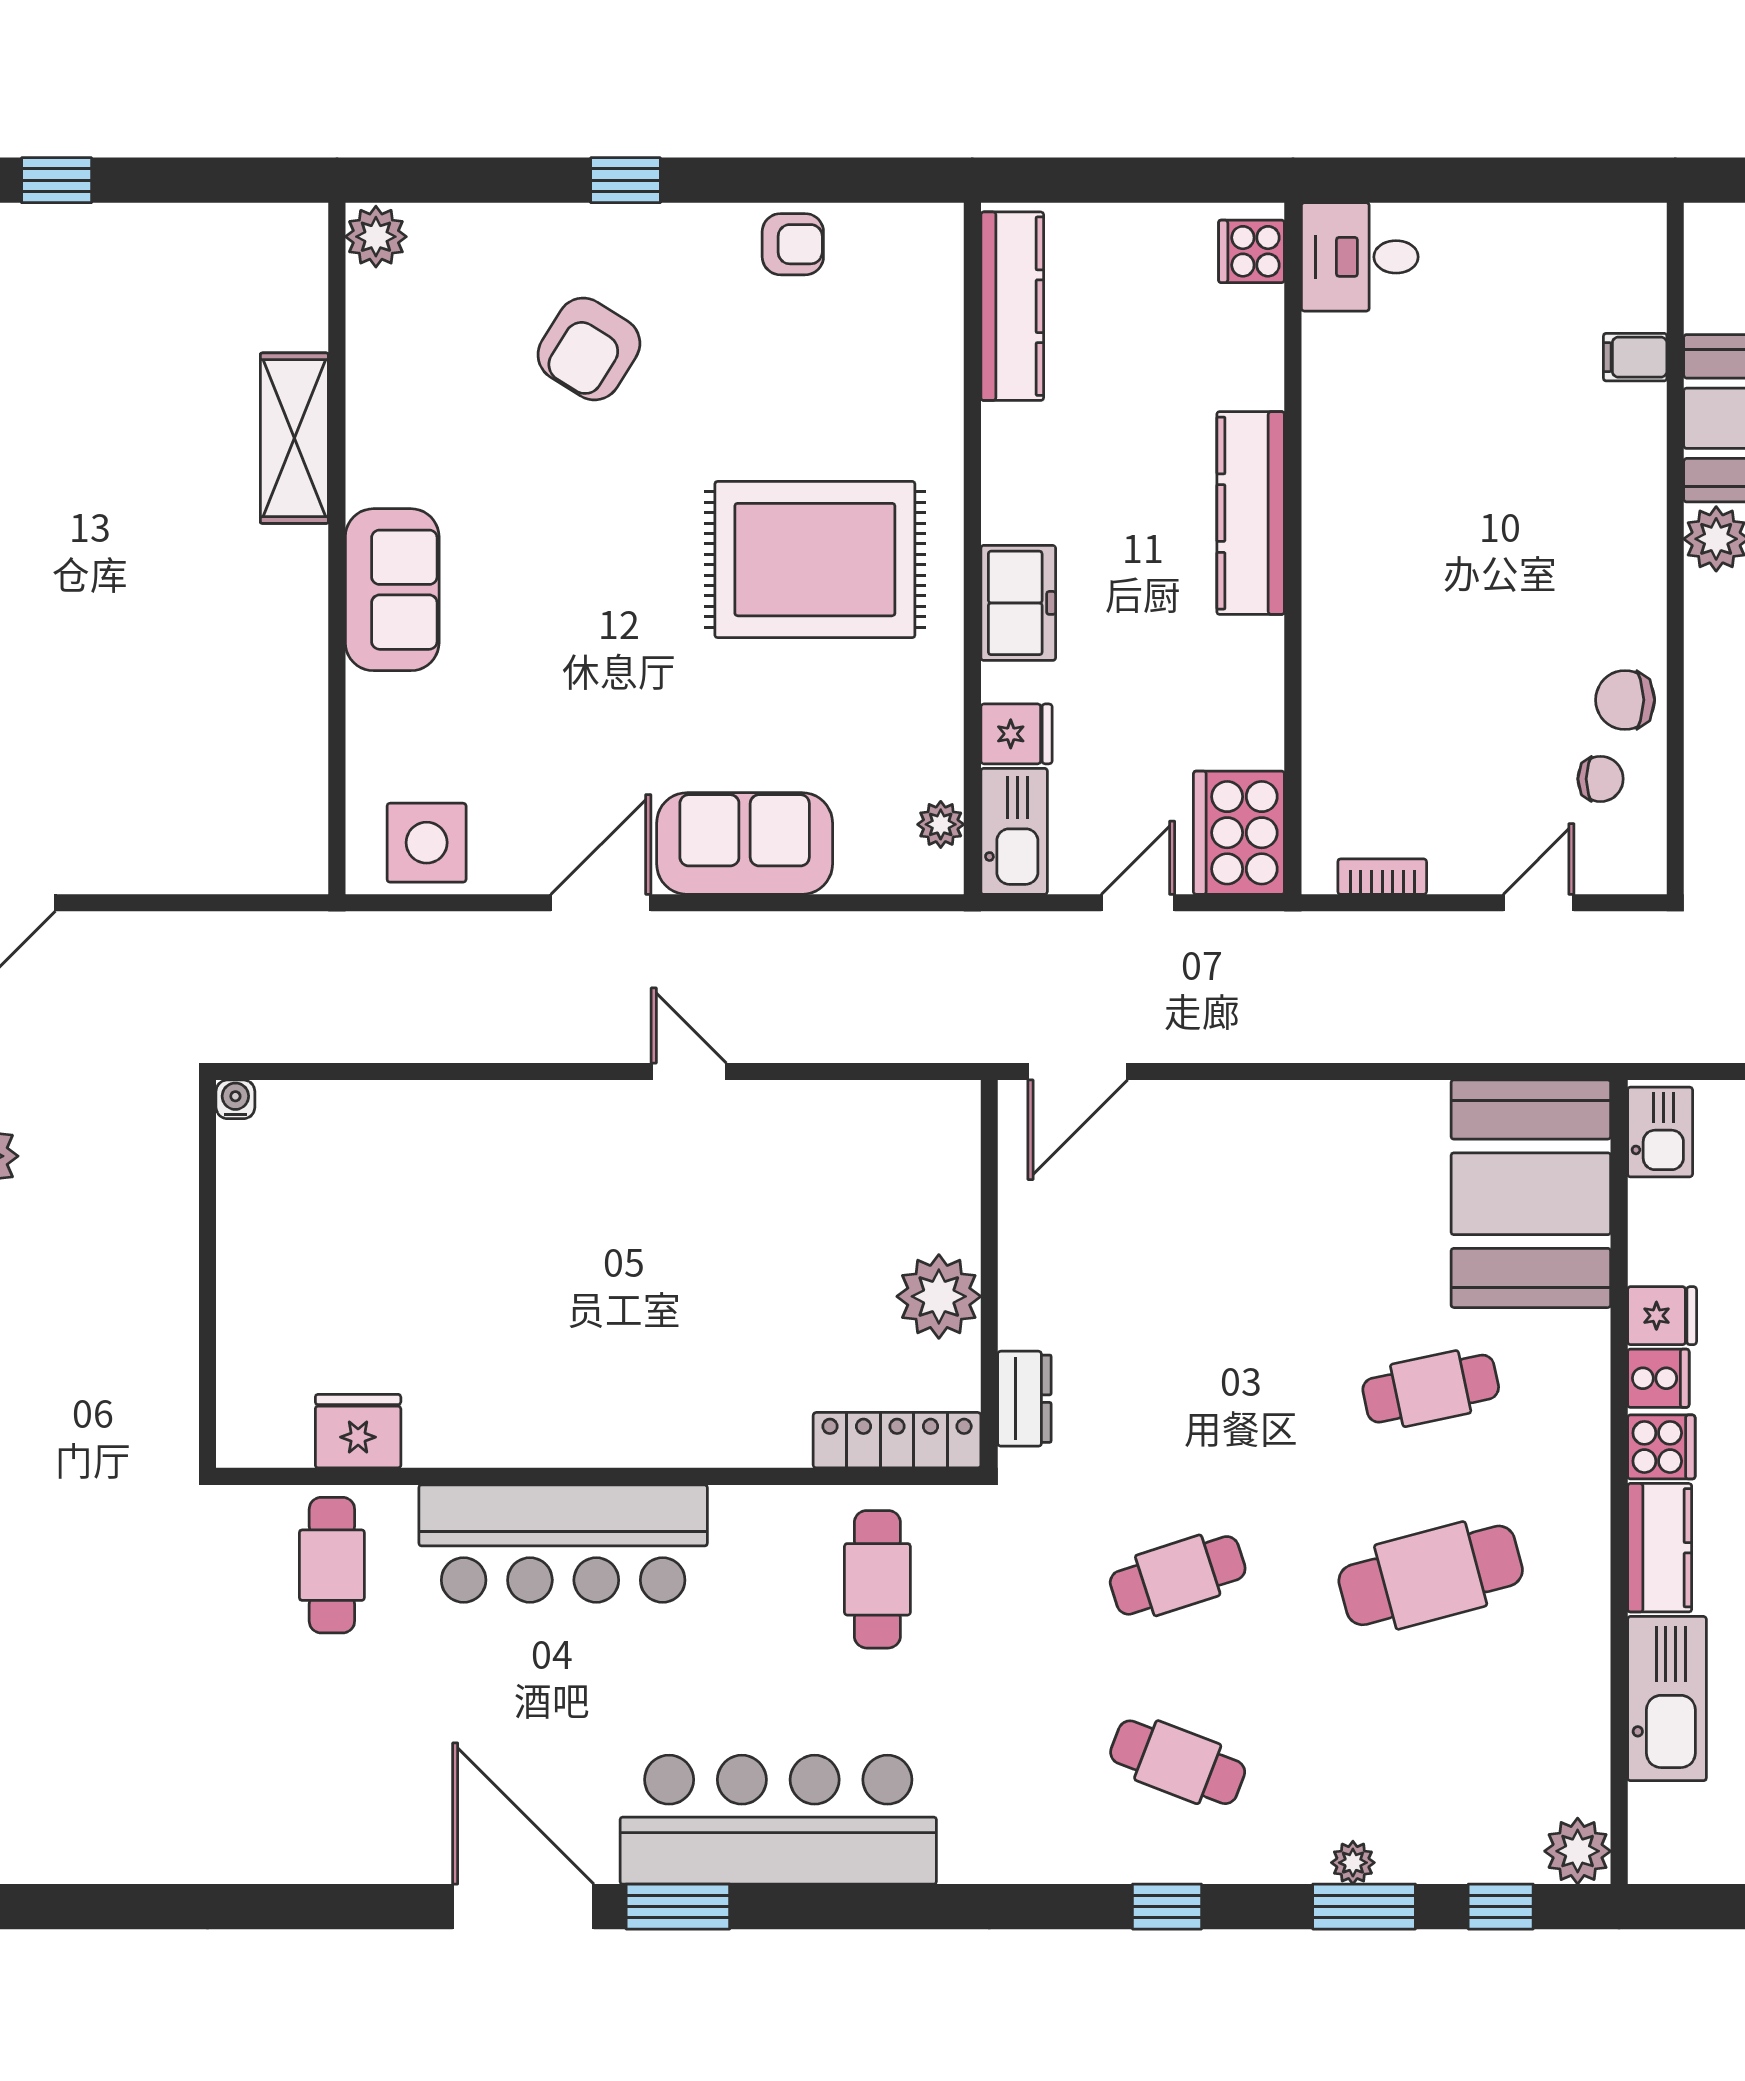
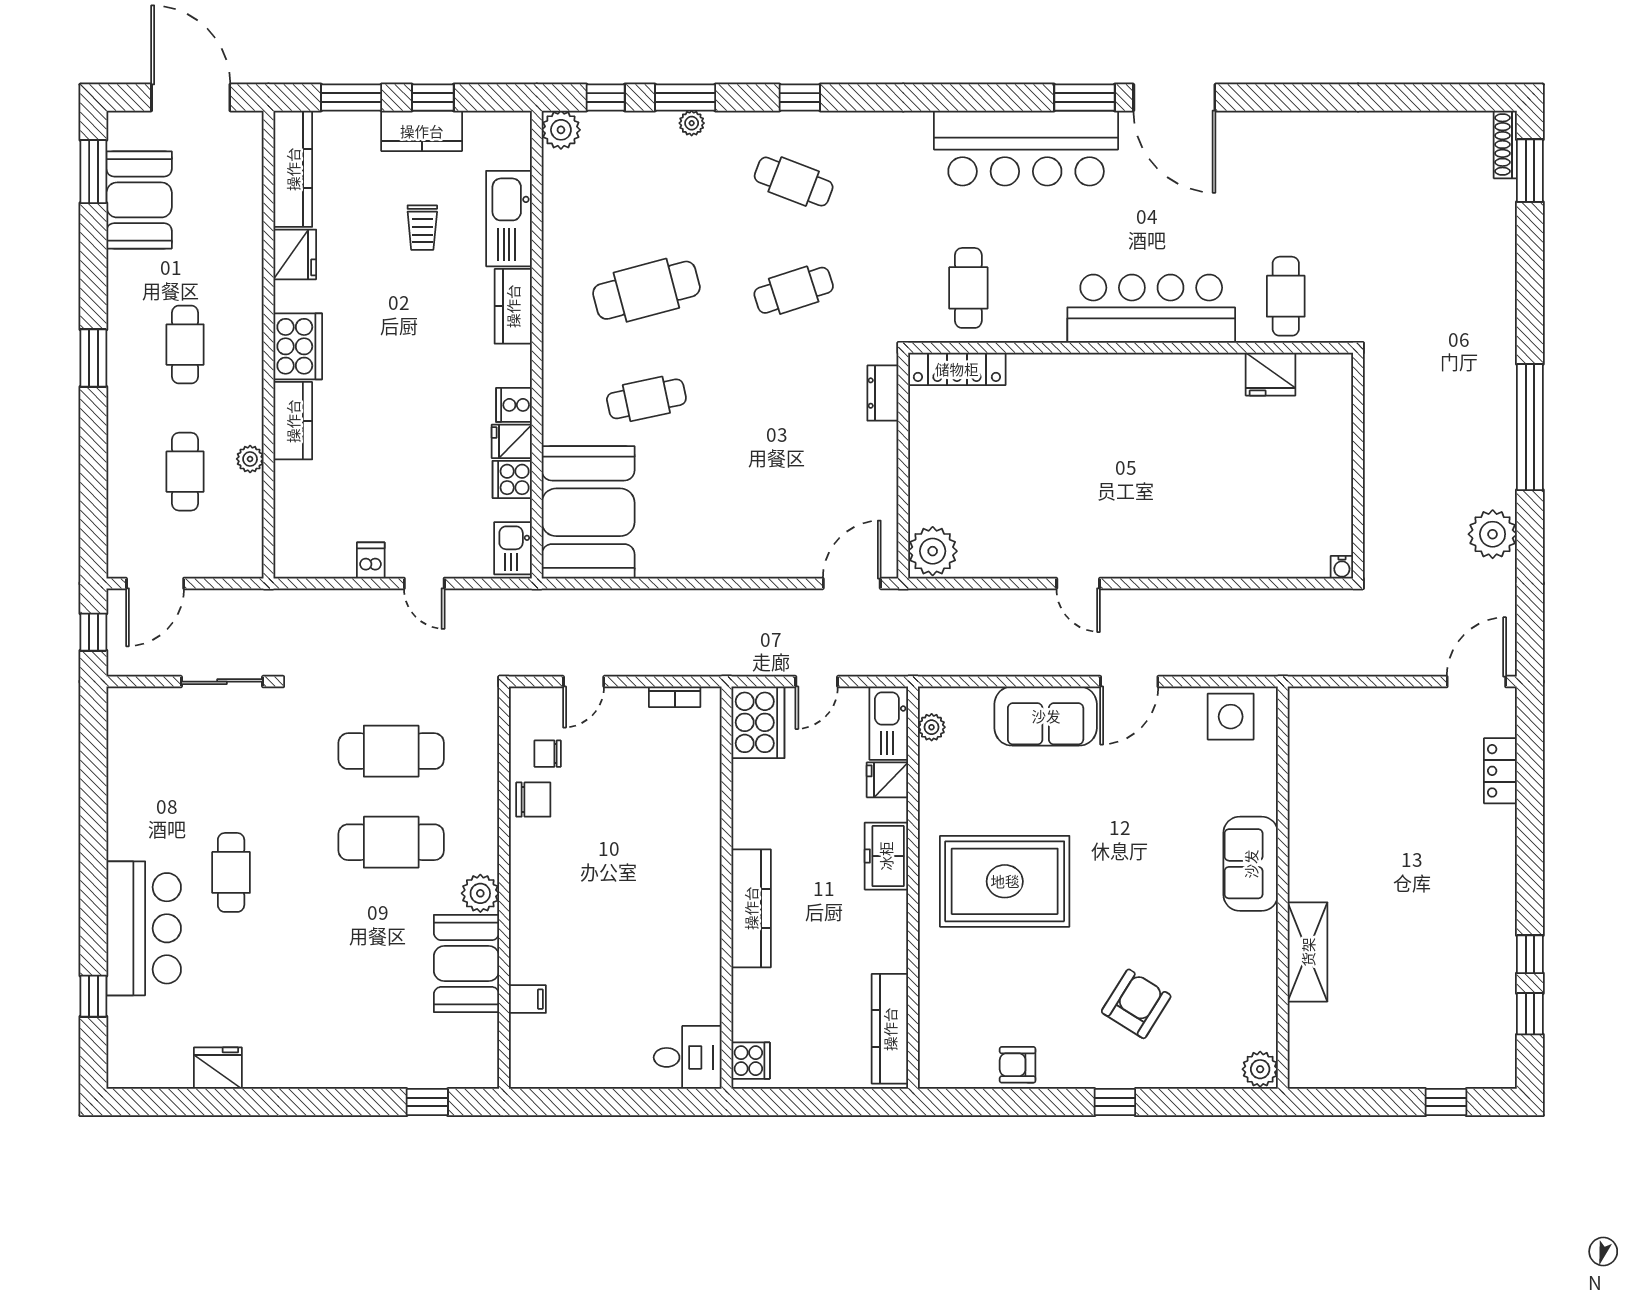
plant: (939, 1296) -> (933, 551), moved
cooker: (1661, 1447) -> (512, 479), moved

